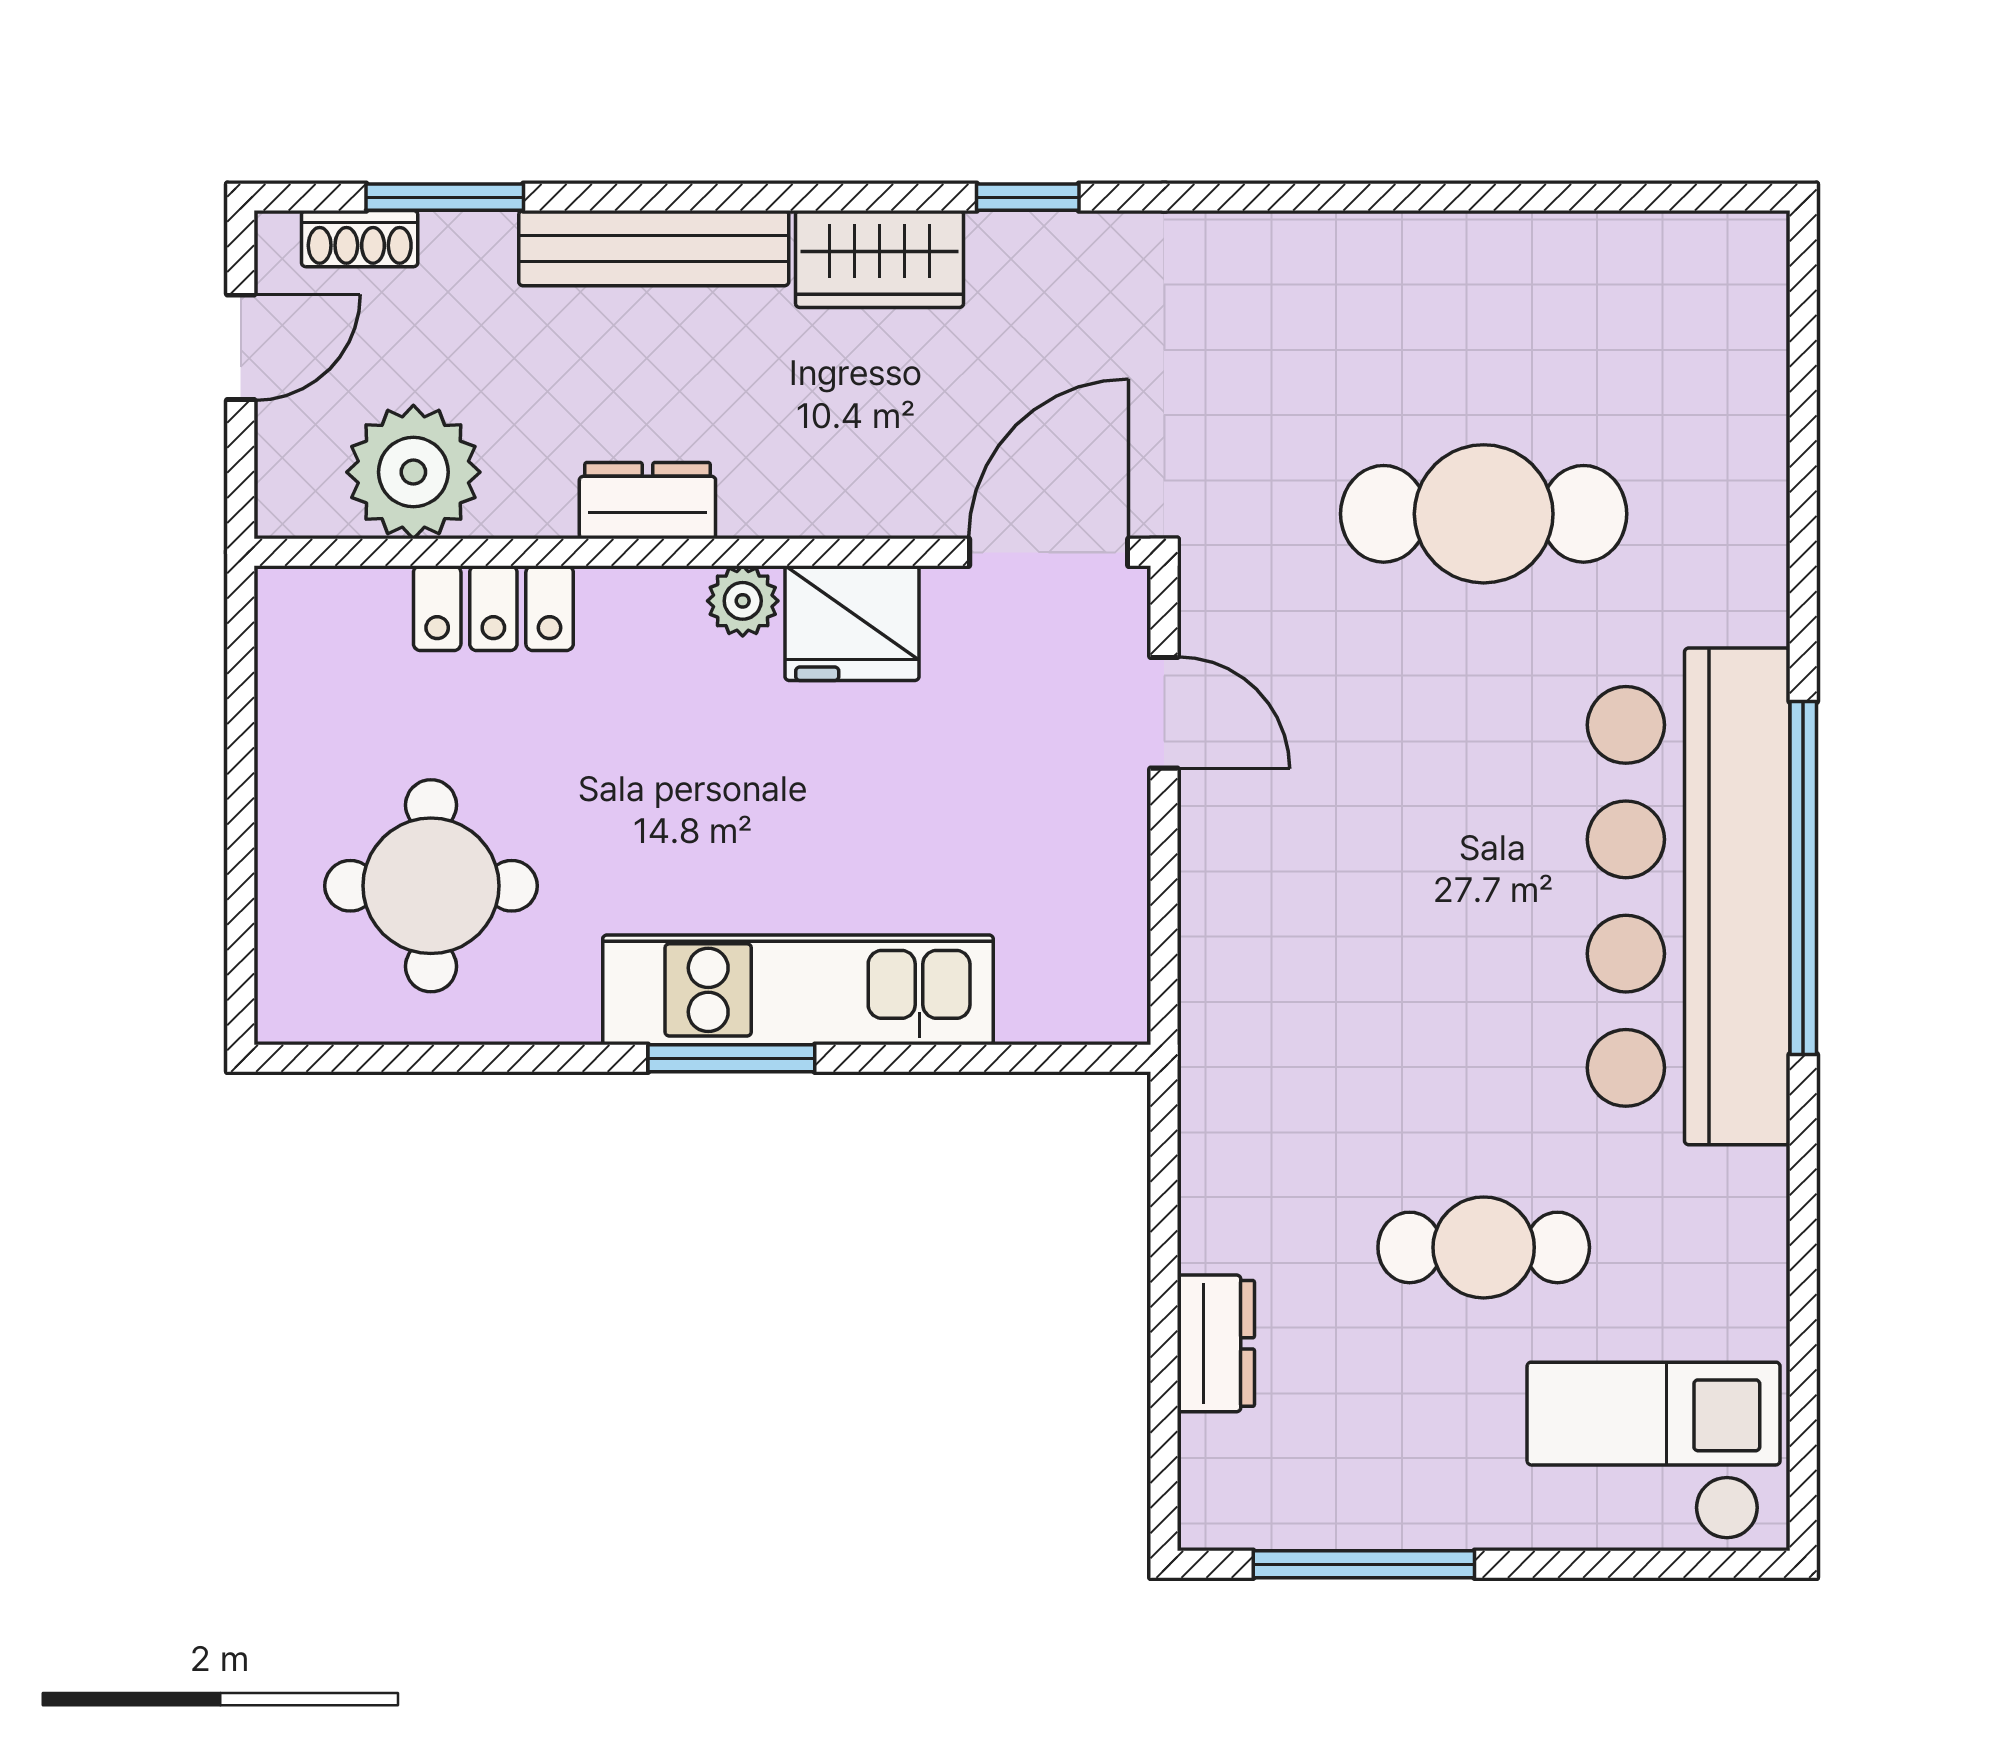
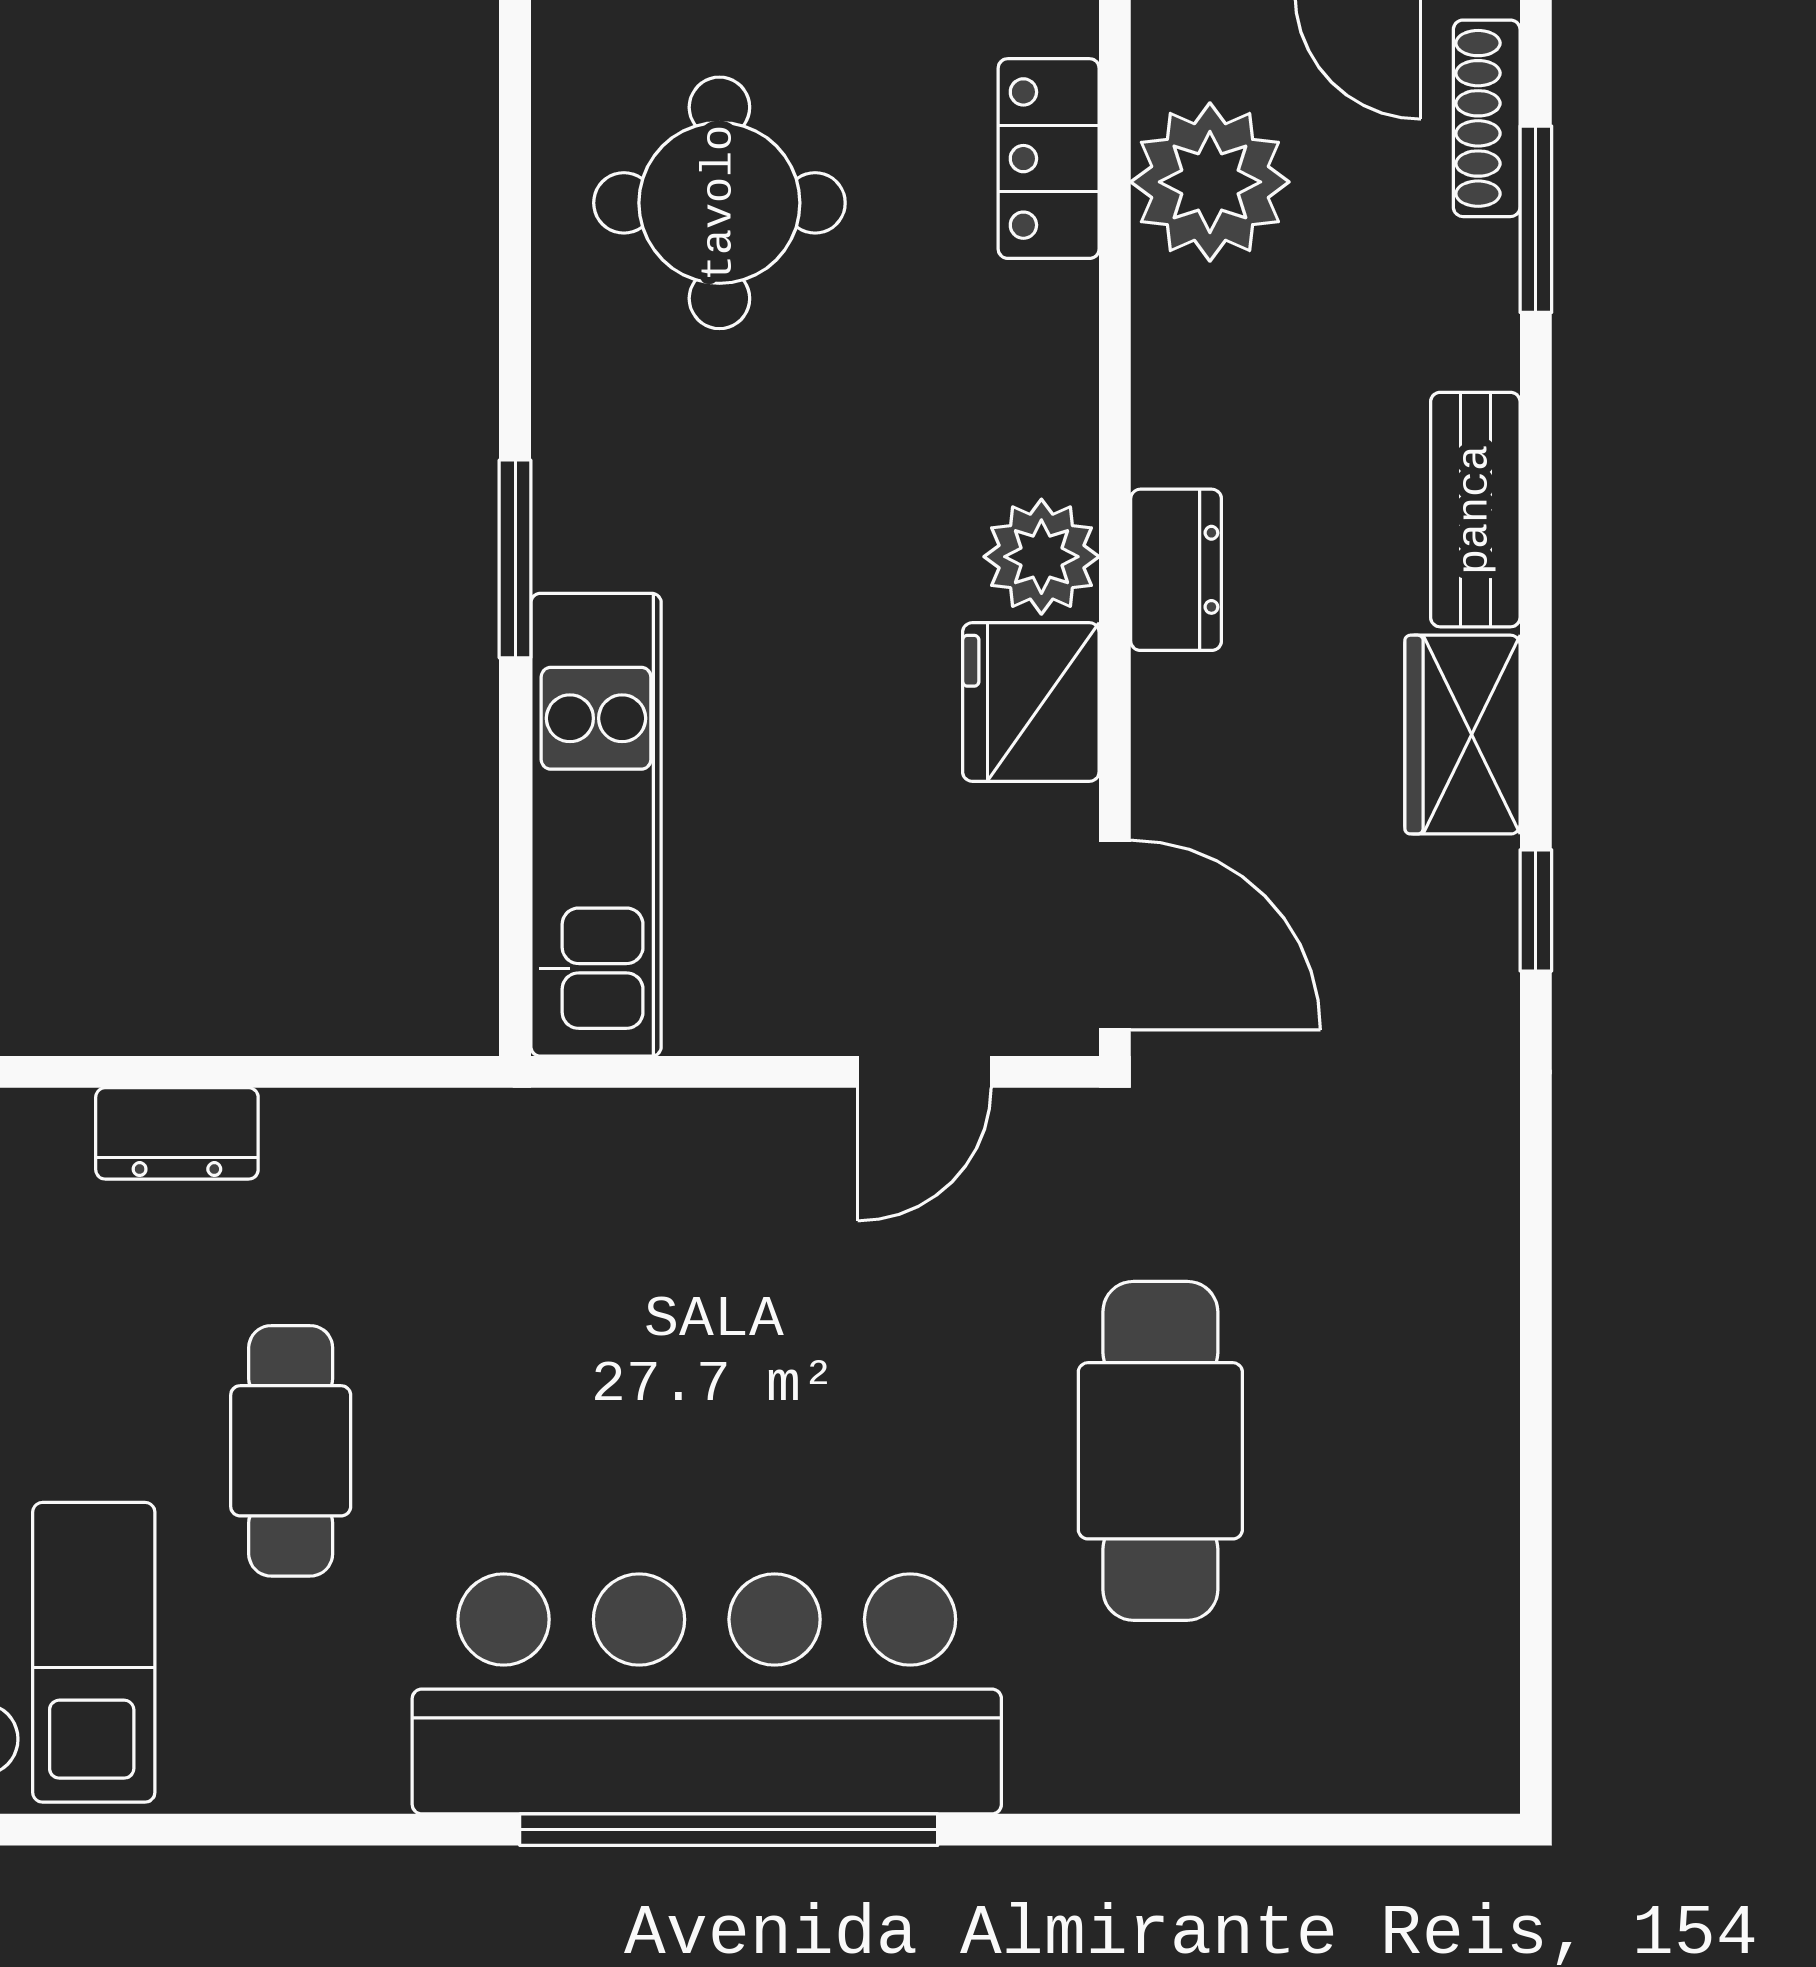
shoe rack: (360, 239) -> (1487, 118), width x1.43
bench: (654, 248) -> (1475, 510), width x0.73
dresser: (647, 501) -> (1176, 570), moved
plant: (743, 601) -> (1041, 557), width x1.38, depth x1.38
locker: (493, 608) -> (1049, 159), moved
kitchen unit: (798, 990) -> (596, 825), moved

